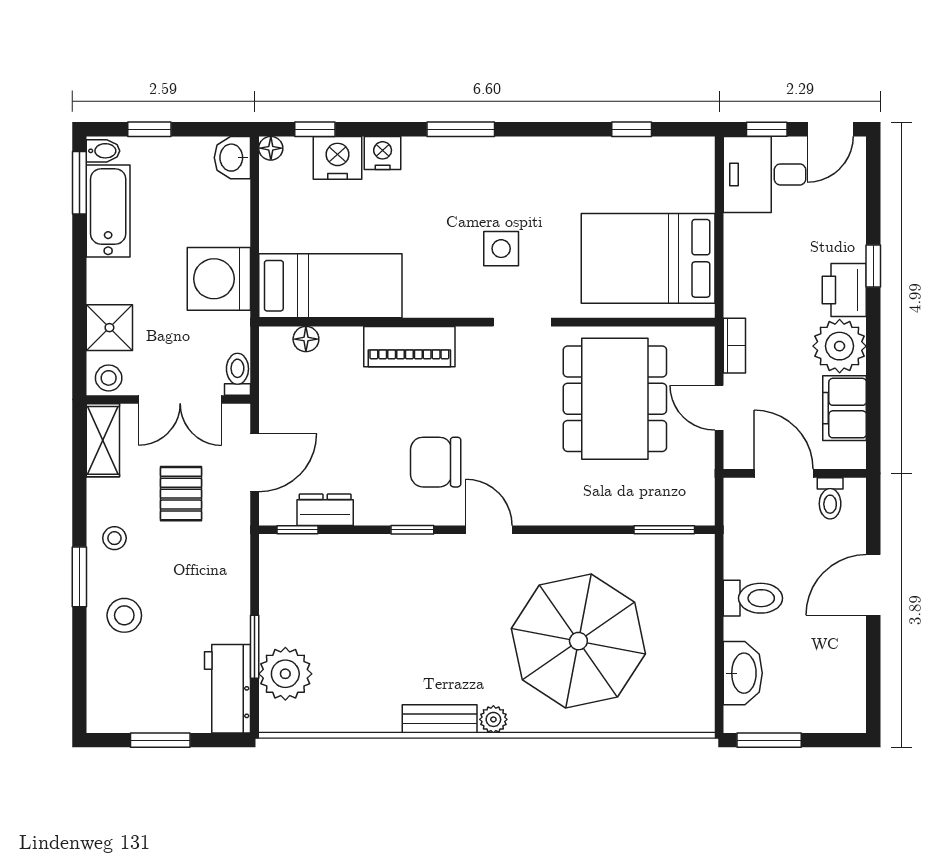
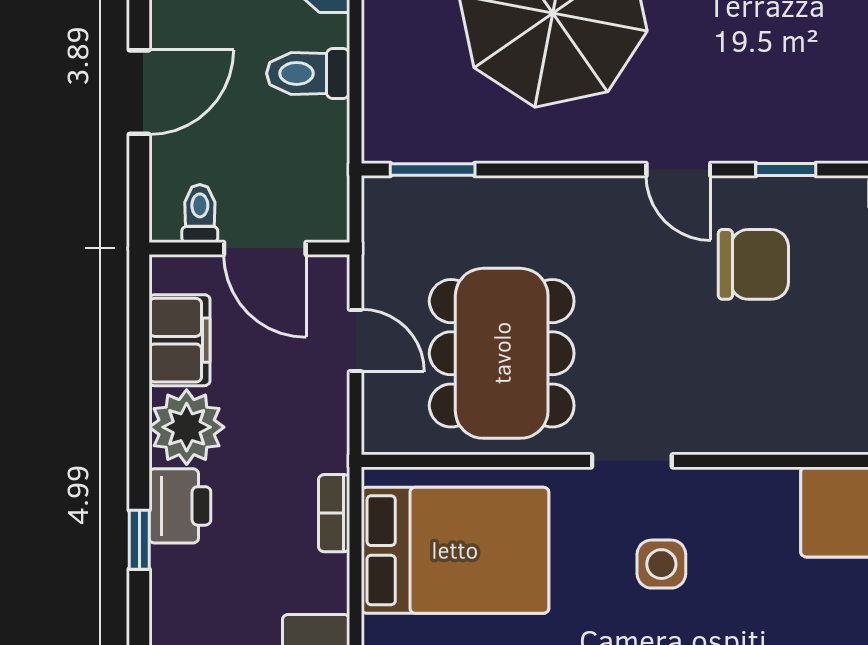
bookcase: (734, 346) -> (334, 513), moved
piano: (409, 347) -> (790, 426), removed

